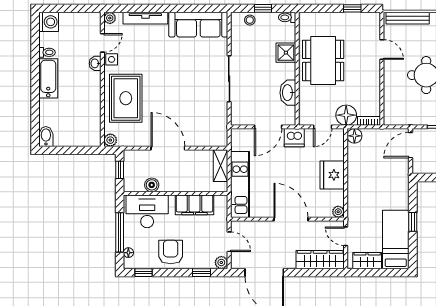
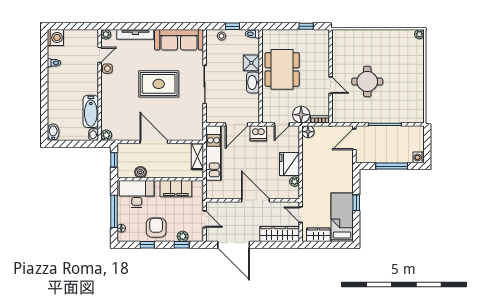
bench: (408, 18) -> (352, 34), removed
door: (382, 49) -> (331, 85), moved
washbasin: (95, 63) -> (94, 135), moved
bathtub: (48, 78) -> (91, 111), moved, turned 180
washbasin: (288, 93) -> (253, 83), moved
rug: (126, 98) -> (159, 84), moved, turned 90
kitchen unit: (240, 184) -> (214, 153), moved
plant: (338, 212) -> (295, 182), moved
plant: (221, 262) -> (183, 236), moved
window: (144, 273) -> (147, 245), moved

